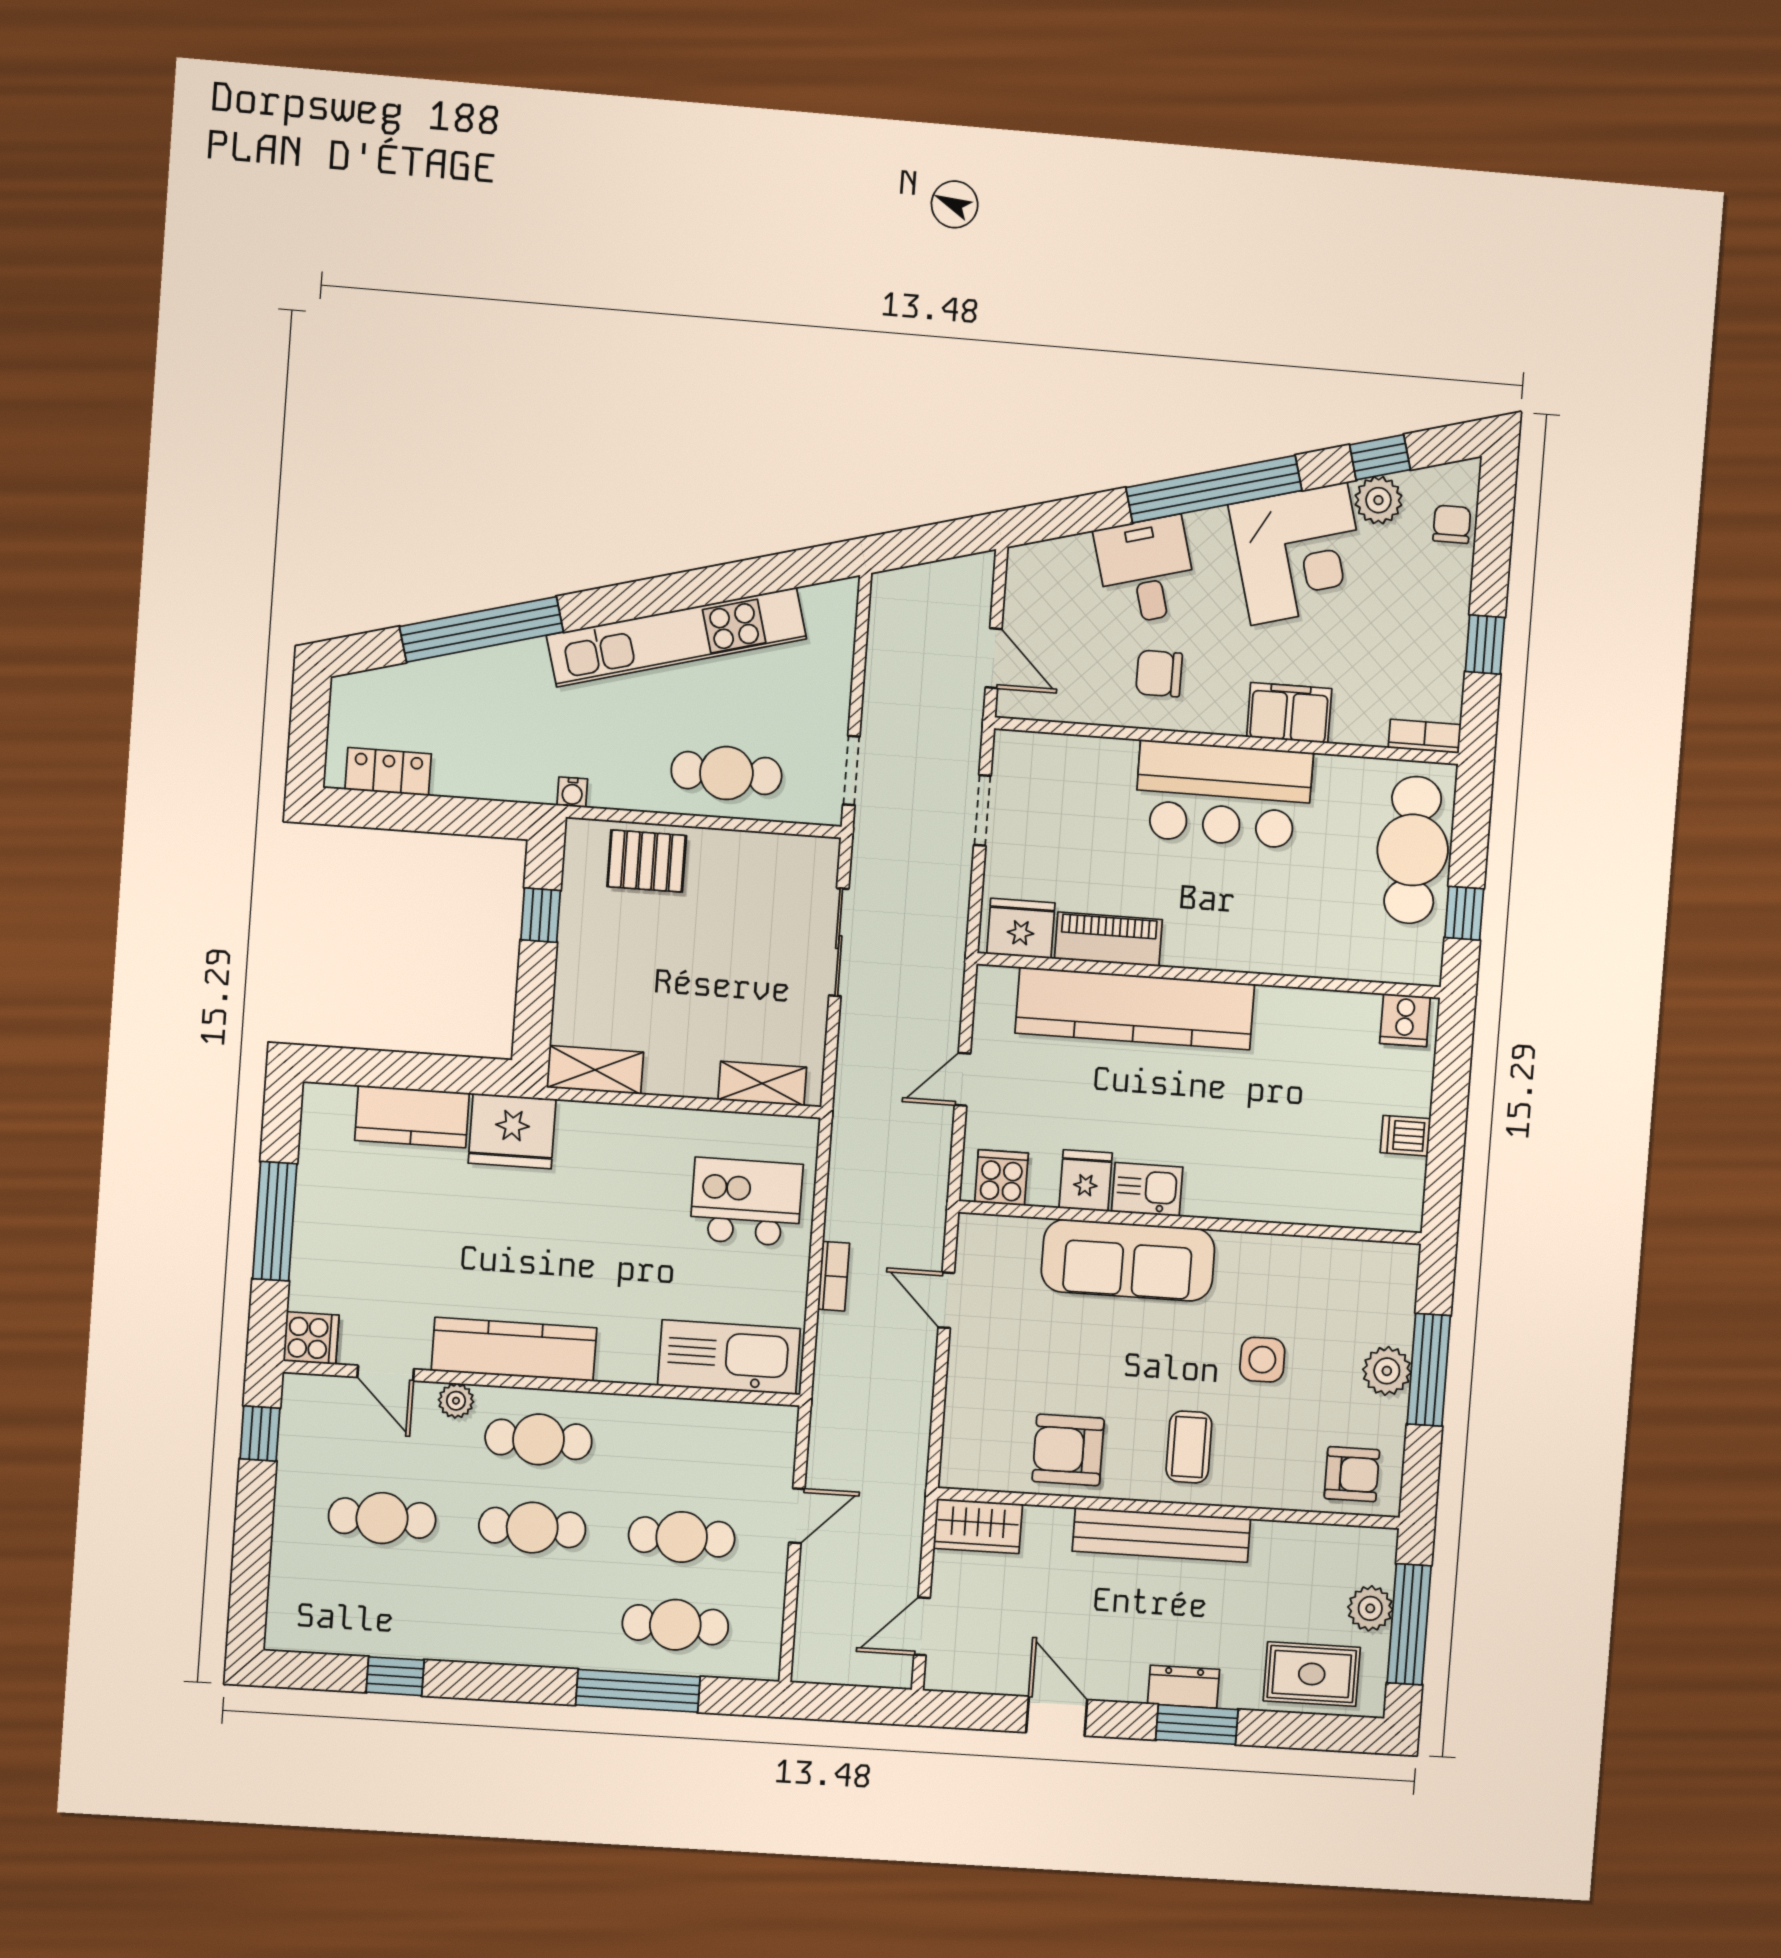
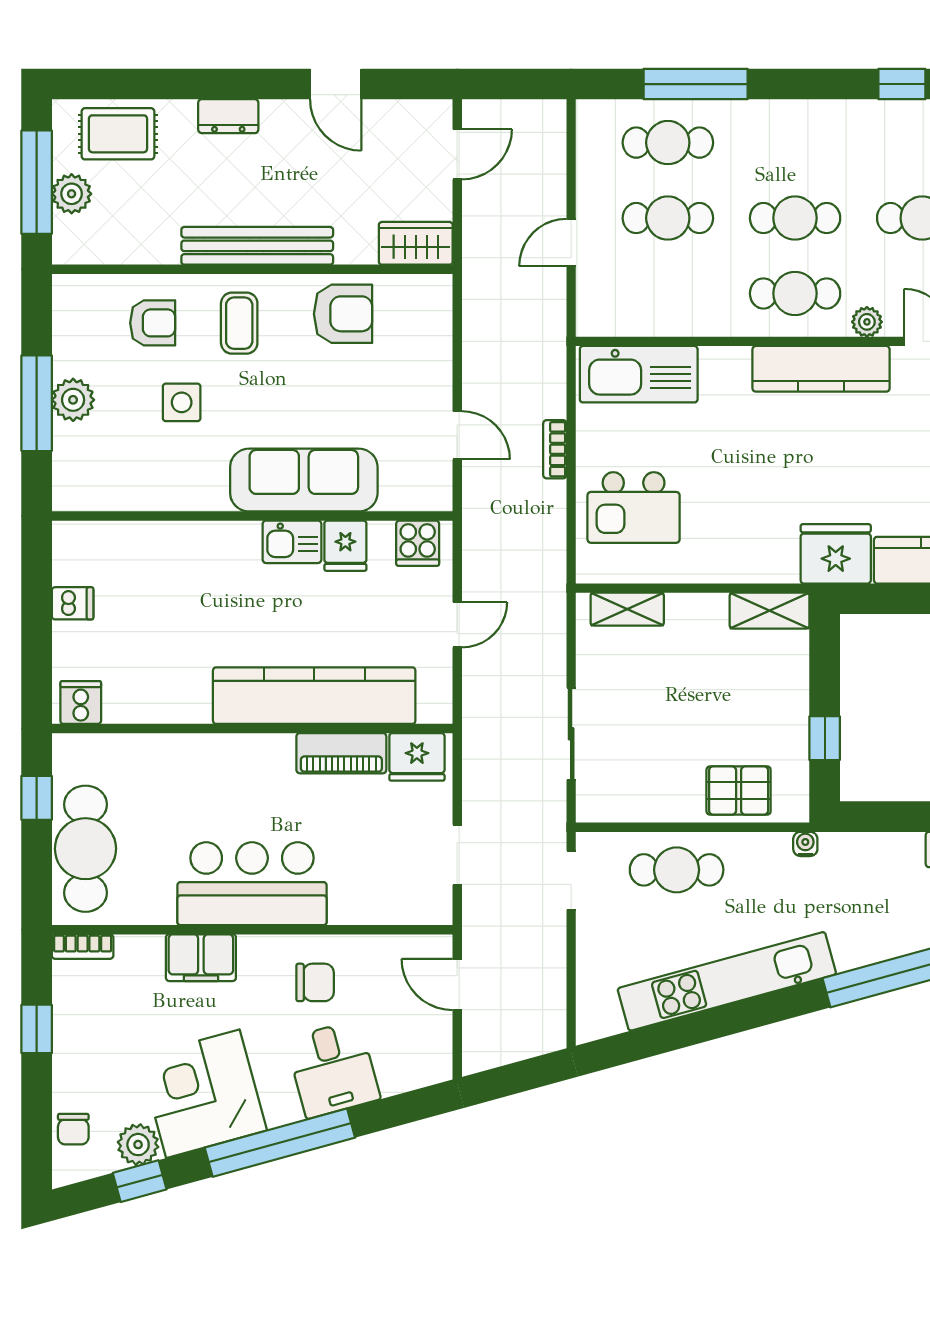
armchair: (1352, 1474) -> (153, 323), moved, turned 180
window: (1197, 1725) -> (214, 84), removed

